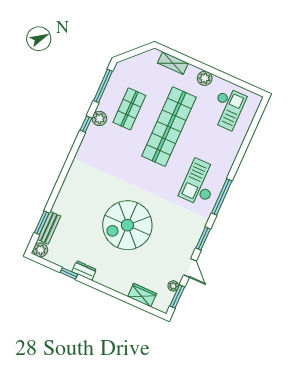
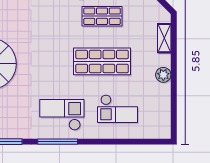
checkout: (227, 108) -> (118, 109), moved
shop shelf: (169, 127) -> (102, 61), width x0.71

